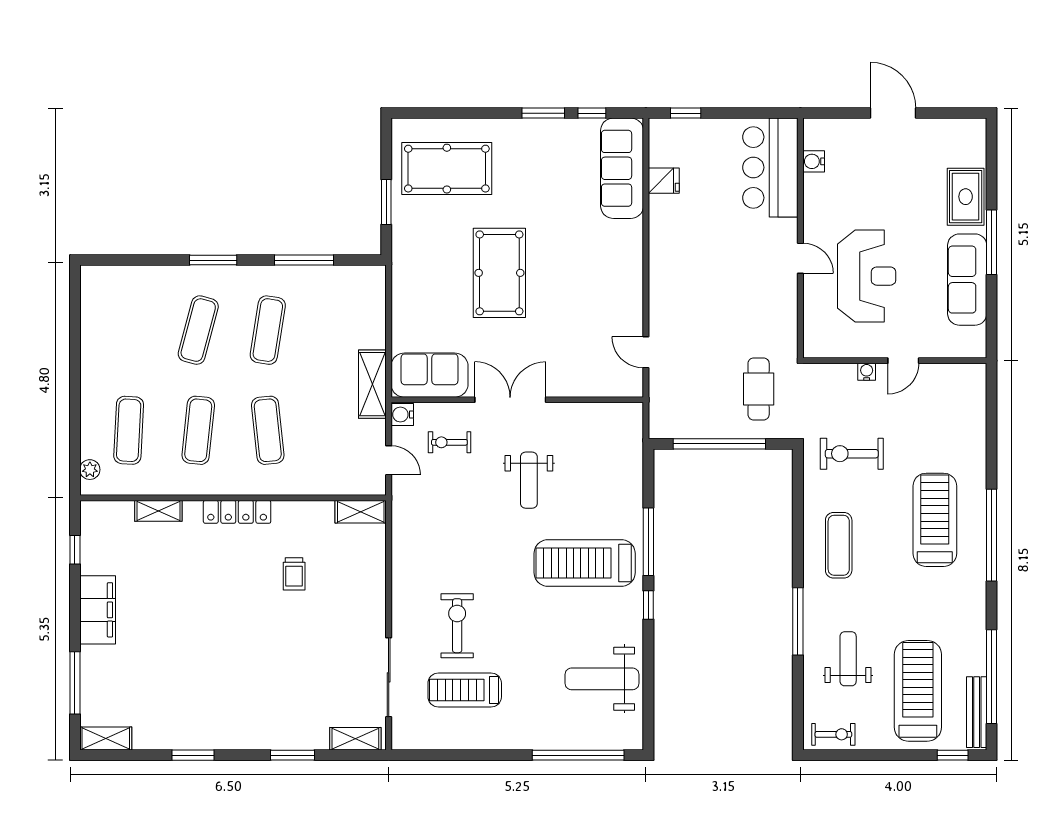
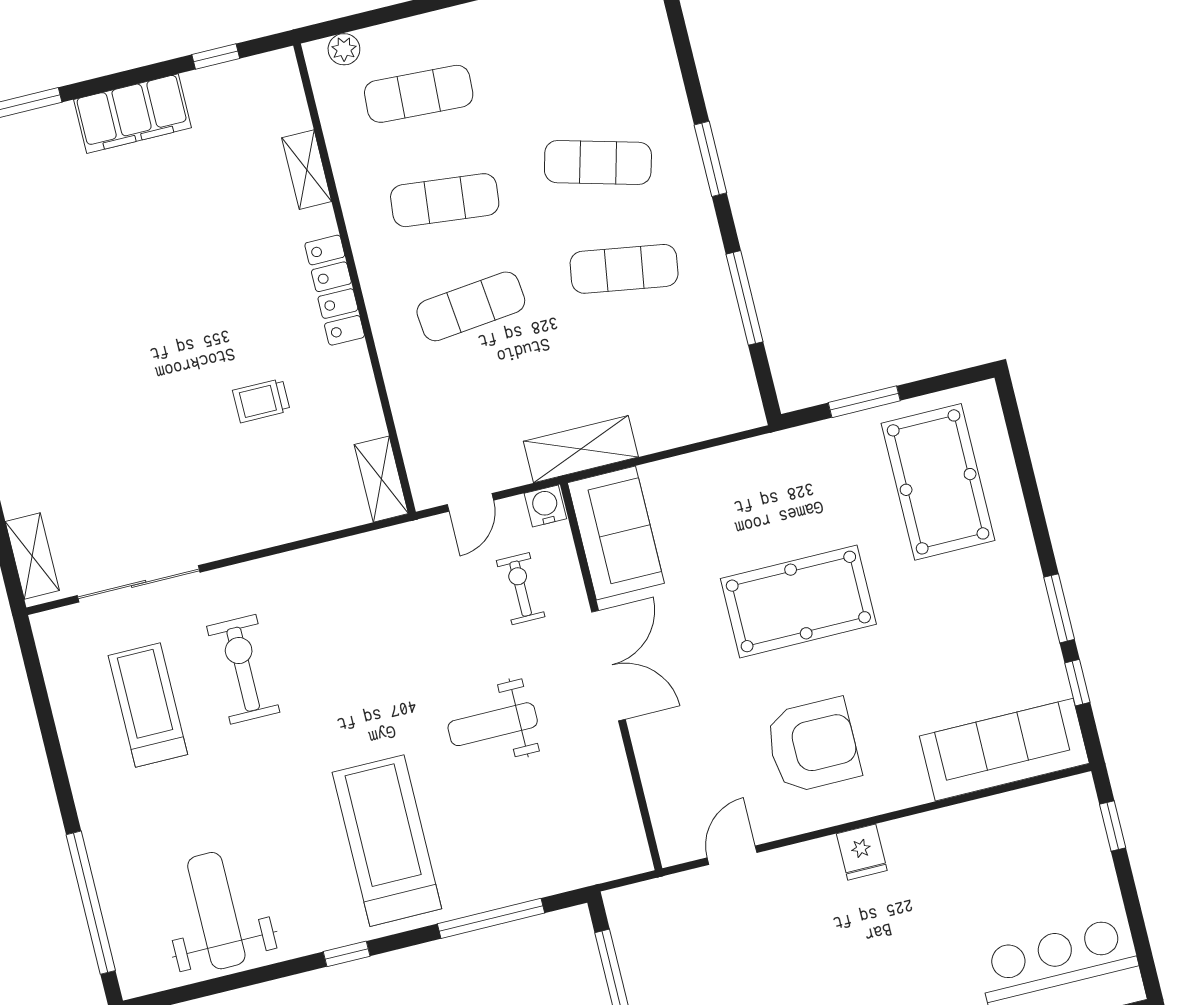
fridge: (664, 181) -> (862, 852), moved
armchair: (590, 286) -> (813, 745), added
window: (648, 542) -> (491, 918), moved
exercise bike: (457, 626) -> (243, 669), turned -90

